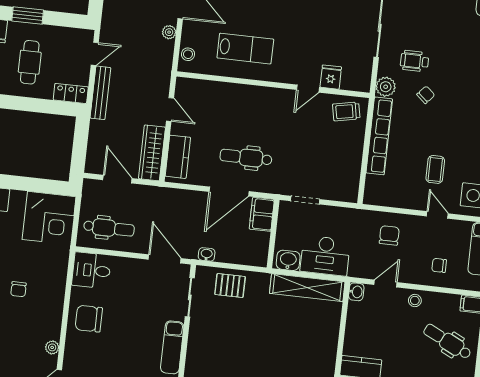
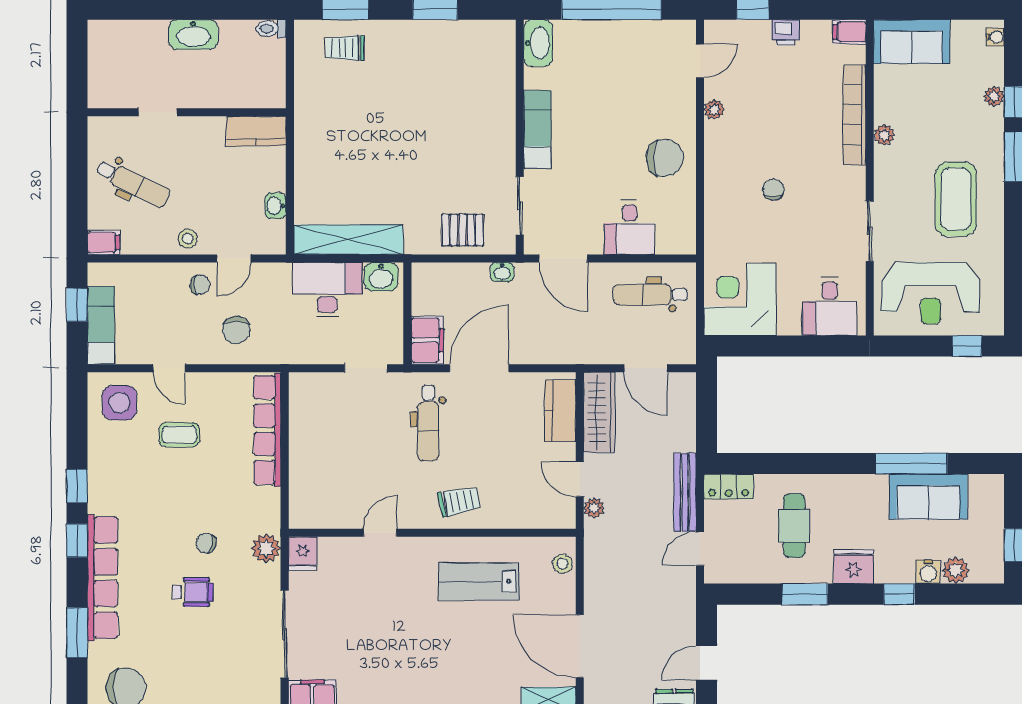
plant: (169, 32) -> (594, 508), moved
wheelchair: (415, 61) -> (193, 592), moved
fridge: (331, 77) -> (303, 554), moved
chair: (426, 95) -> (206, 543), turned 63
trolley: (346, 111) -> (459, 501), moved
row of seats: (379, 136) -> (267, 430), moved
dental chair: (246, 157) -> (428, 423), moved, turned 90
coffee table: (435, 169) -> (179, 435), turned 90
chair: (439, 265) -> (200, 285), moved
desk: (91, 270) -> (630, 228), moved, turned 90
washbasin: (356, 292) -> (275, 206), moved

